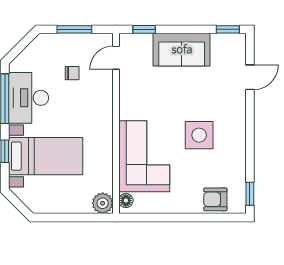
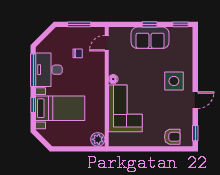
window: (144, 29) -> (150, 24), moved
door: (250, 77) -> (195, 100), moved
side table: (199, 135) -> (174, 81), moved
armchair: (215, 199) -> (172, 137), turned 180
floor lamp: (126, 201) -> (113, 79), moved

